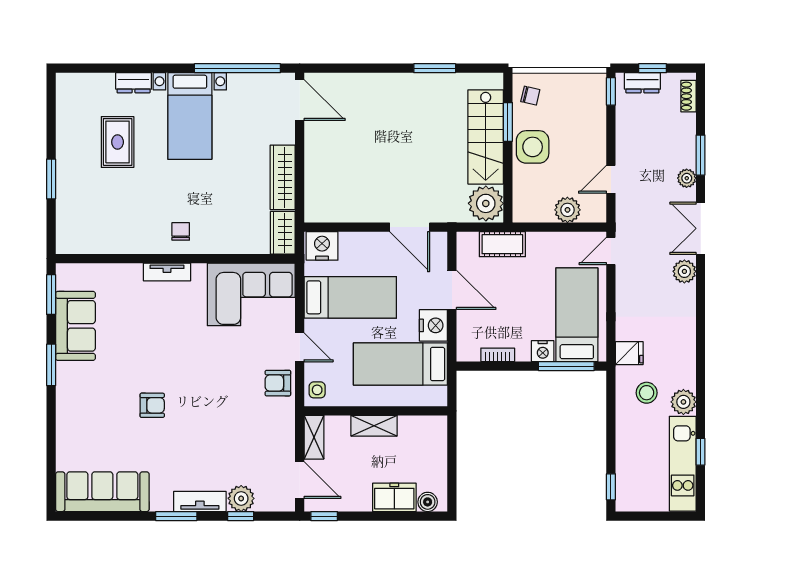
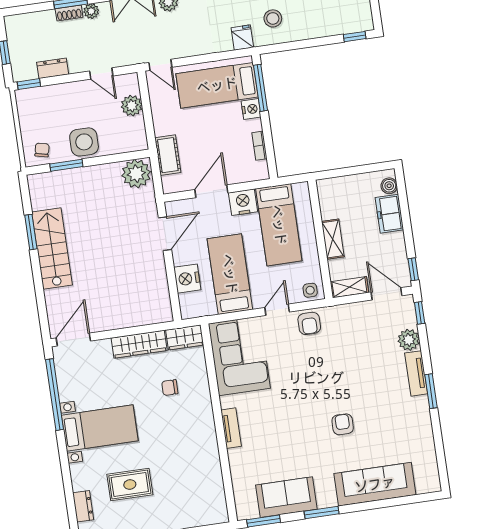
dresser: (134, 83) -> (83, 506), moved
dresser: (642, 83) -> (53, 68), moved, turned -90
shoe rack: (688, 96) -> (69, 13), moved
stairs: (486, 137) -> (52, 248), moved, turned -90
chair: (181, 231) -> (170, 388), moved
nightstand: (322, 246) -> (187, 279), moved
door: (300, 480) -> (387, 294), hinge flipped
sofa: (102, 492) -> (375, 484), moved, turned 90
window: (241, 516) -> (420, 313), moved

